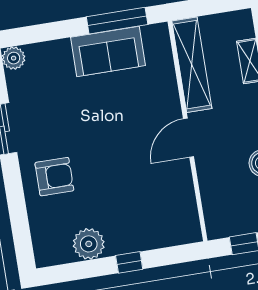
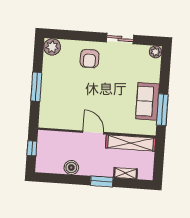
plant: (89, 244) -> (52, 47), moved
window: (129, 262) -> (36, 87), width x2.17

